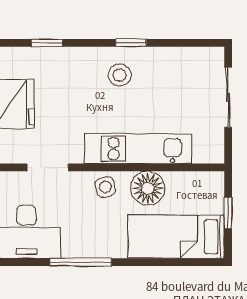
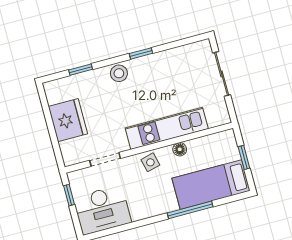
stool: (120, 75) -> (119, 73), moved
floor lamp: (148, 188) -> (180, 149), width x0.53, depth x0.53
window: (81, 262) -> (190, 210), moved

